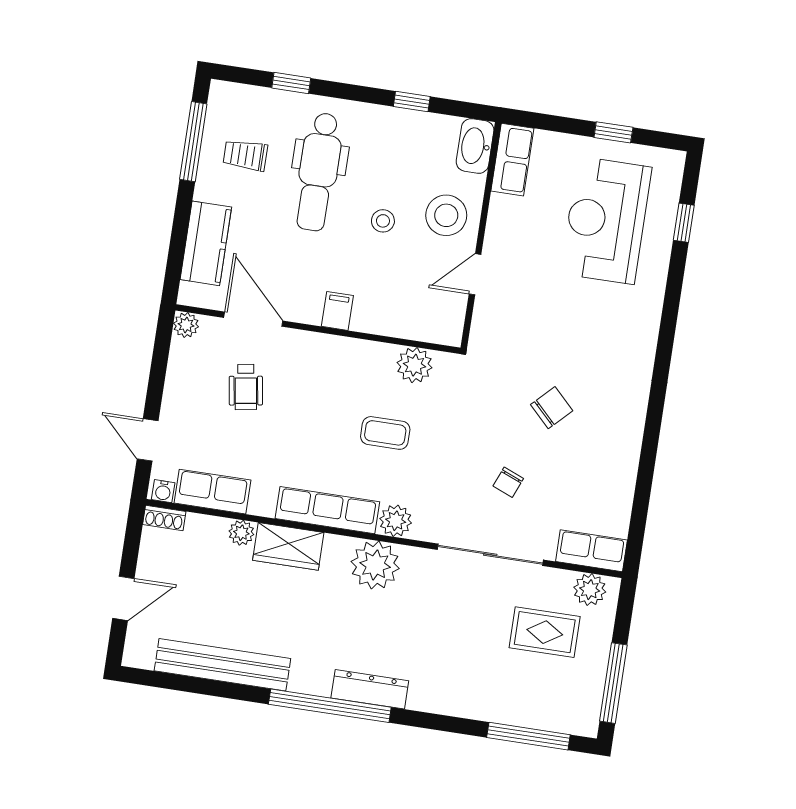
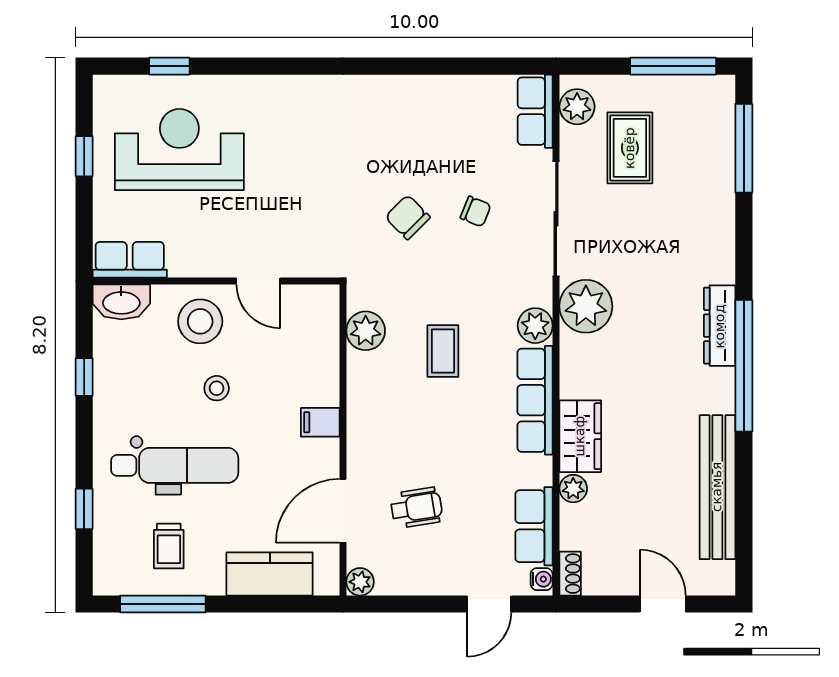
reception desk: (606, 220) -> (179, 150), turned 180
chair: (552, 408) -> (408, 217), moved
plant: (375, 565) -> (586, 306), moved

